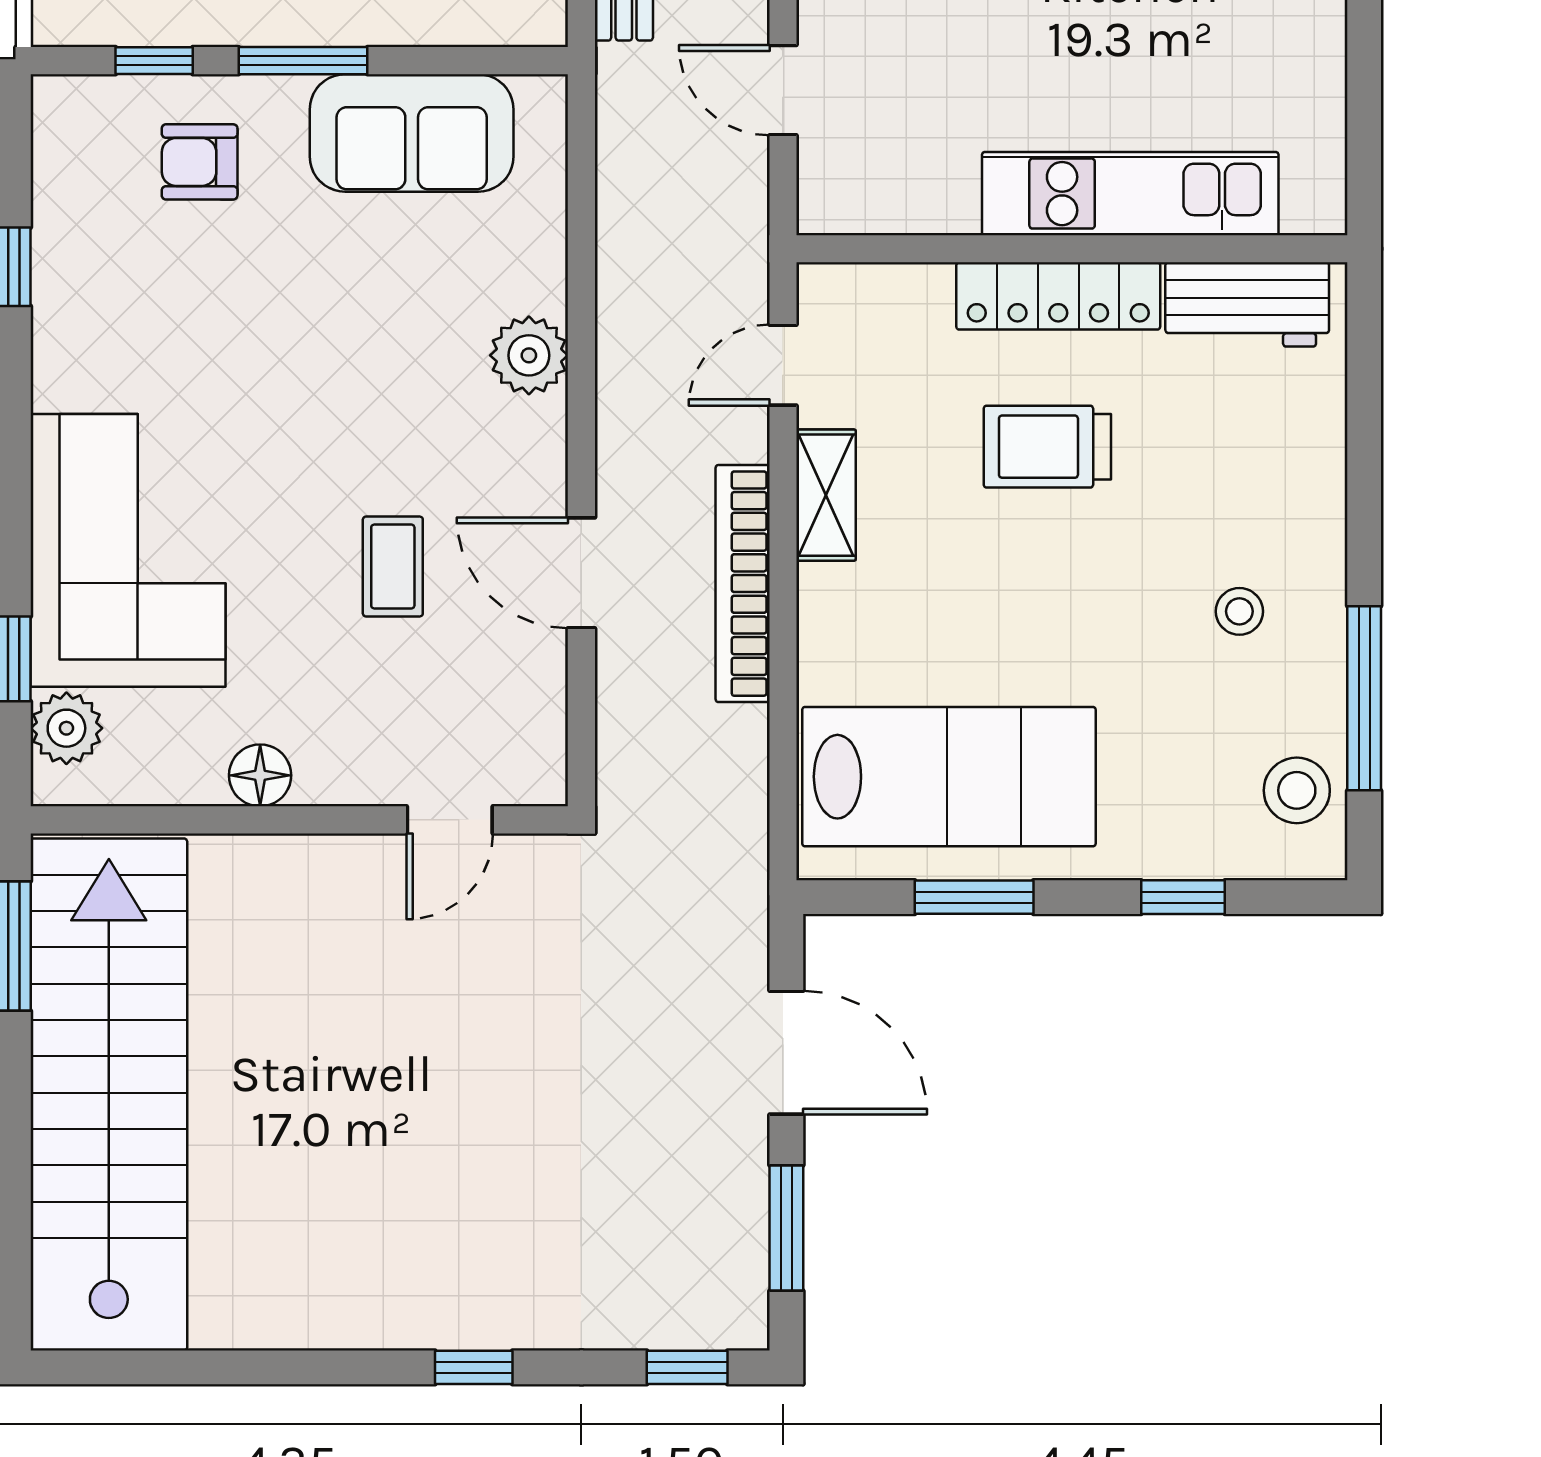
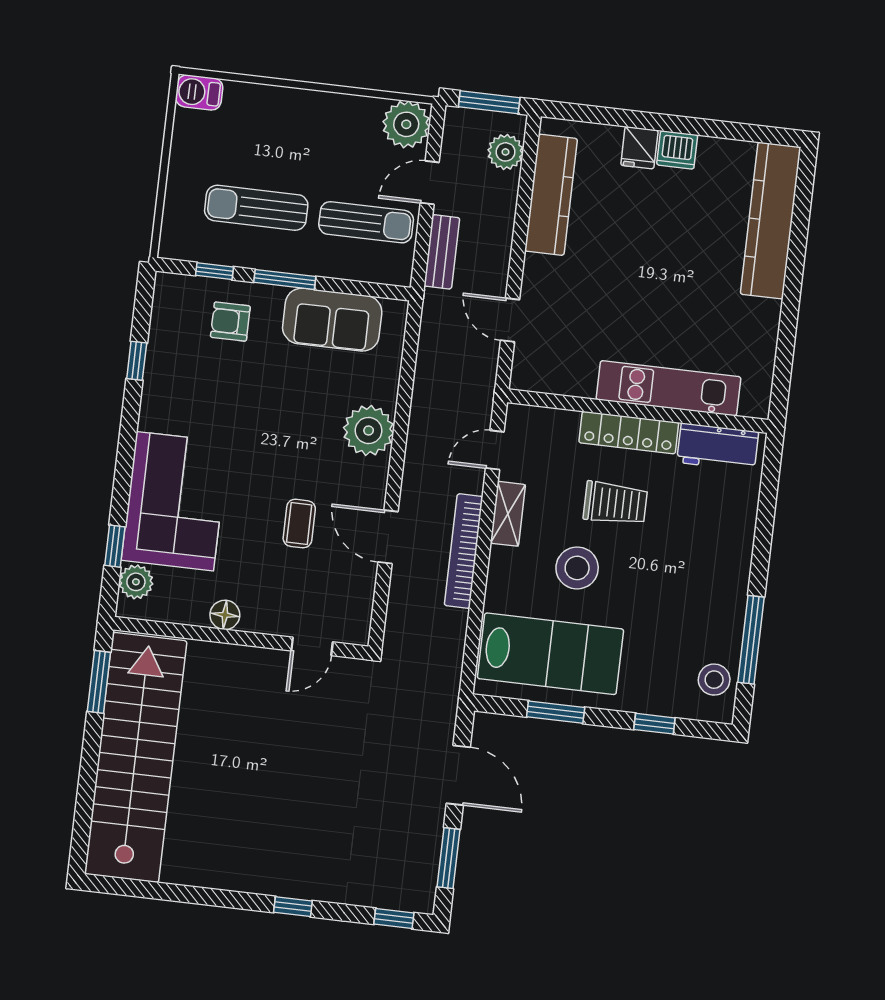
plant: (529, 355) -> (369, 430), width x1.36, depth x1.36
trolley: (1047, 447) -> (615, 503), turned 180
stool: (1239, 611) -> (577, 568), moved, width x1.89, depth x1.89

